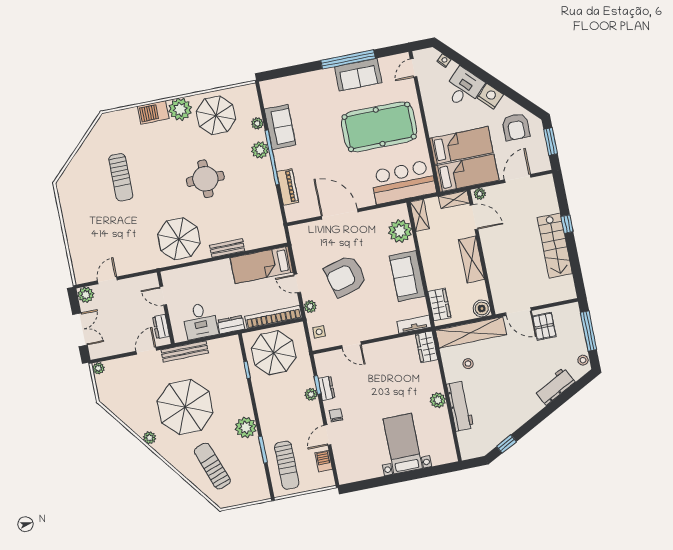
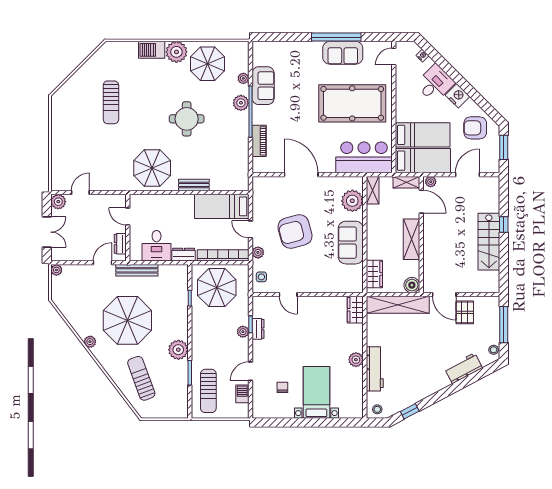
armchair: (516, 127) -> (475, 128), turned 90
tv unit: (414, 324) -> (348, 287), removed
stool: (468, 364) -> (377, 409), moved
chair: (336, 415) -> (282, 387), moved

